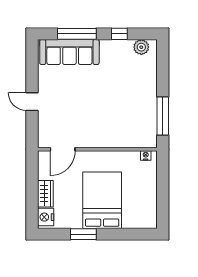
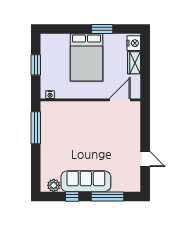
sofa: (69, 52) -> (86, 181), moved
door: (32, 102) -> (145, 159), moved
window: (163, 191) -> (36, 65), added

